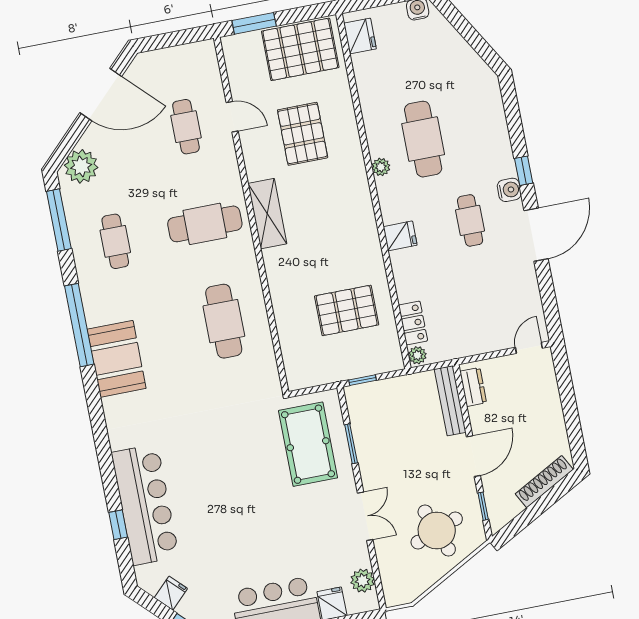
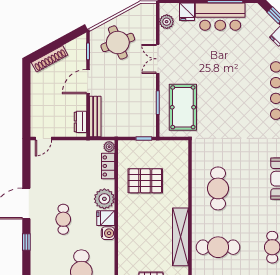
plant: (381, 167) -> (104, 199), moved, width x1.87, depth x1.87
water cooler: (509, 190) -> (108, 233), moved, turned 180
shelving: (267, 214) -> (180, 237), width x1.47

